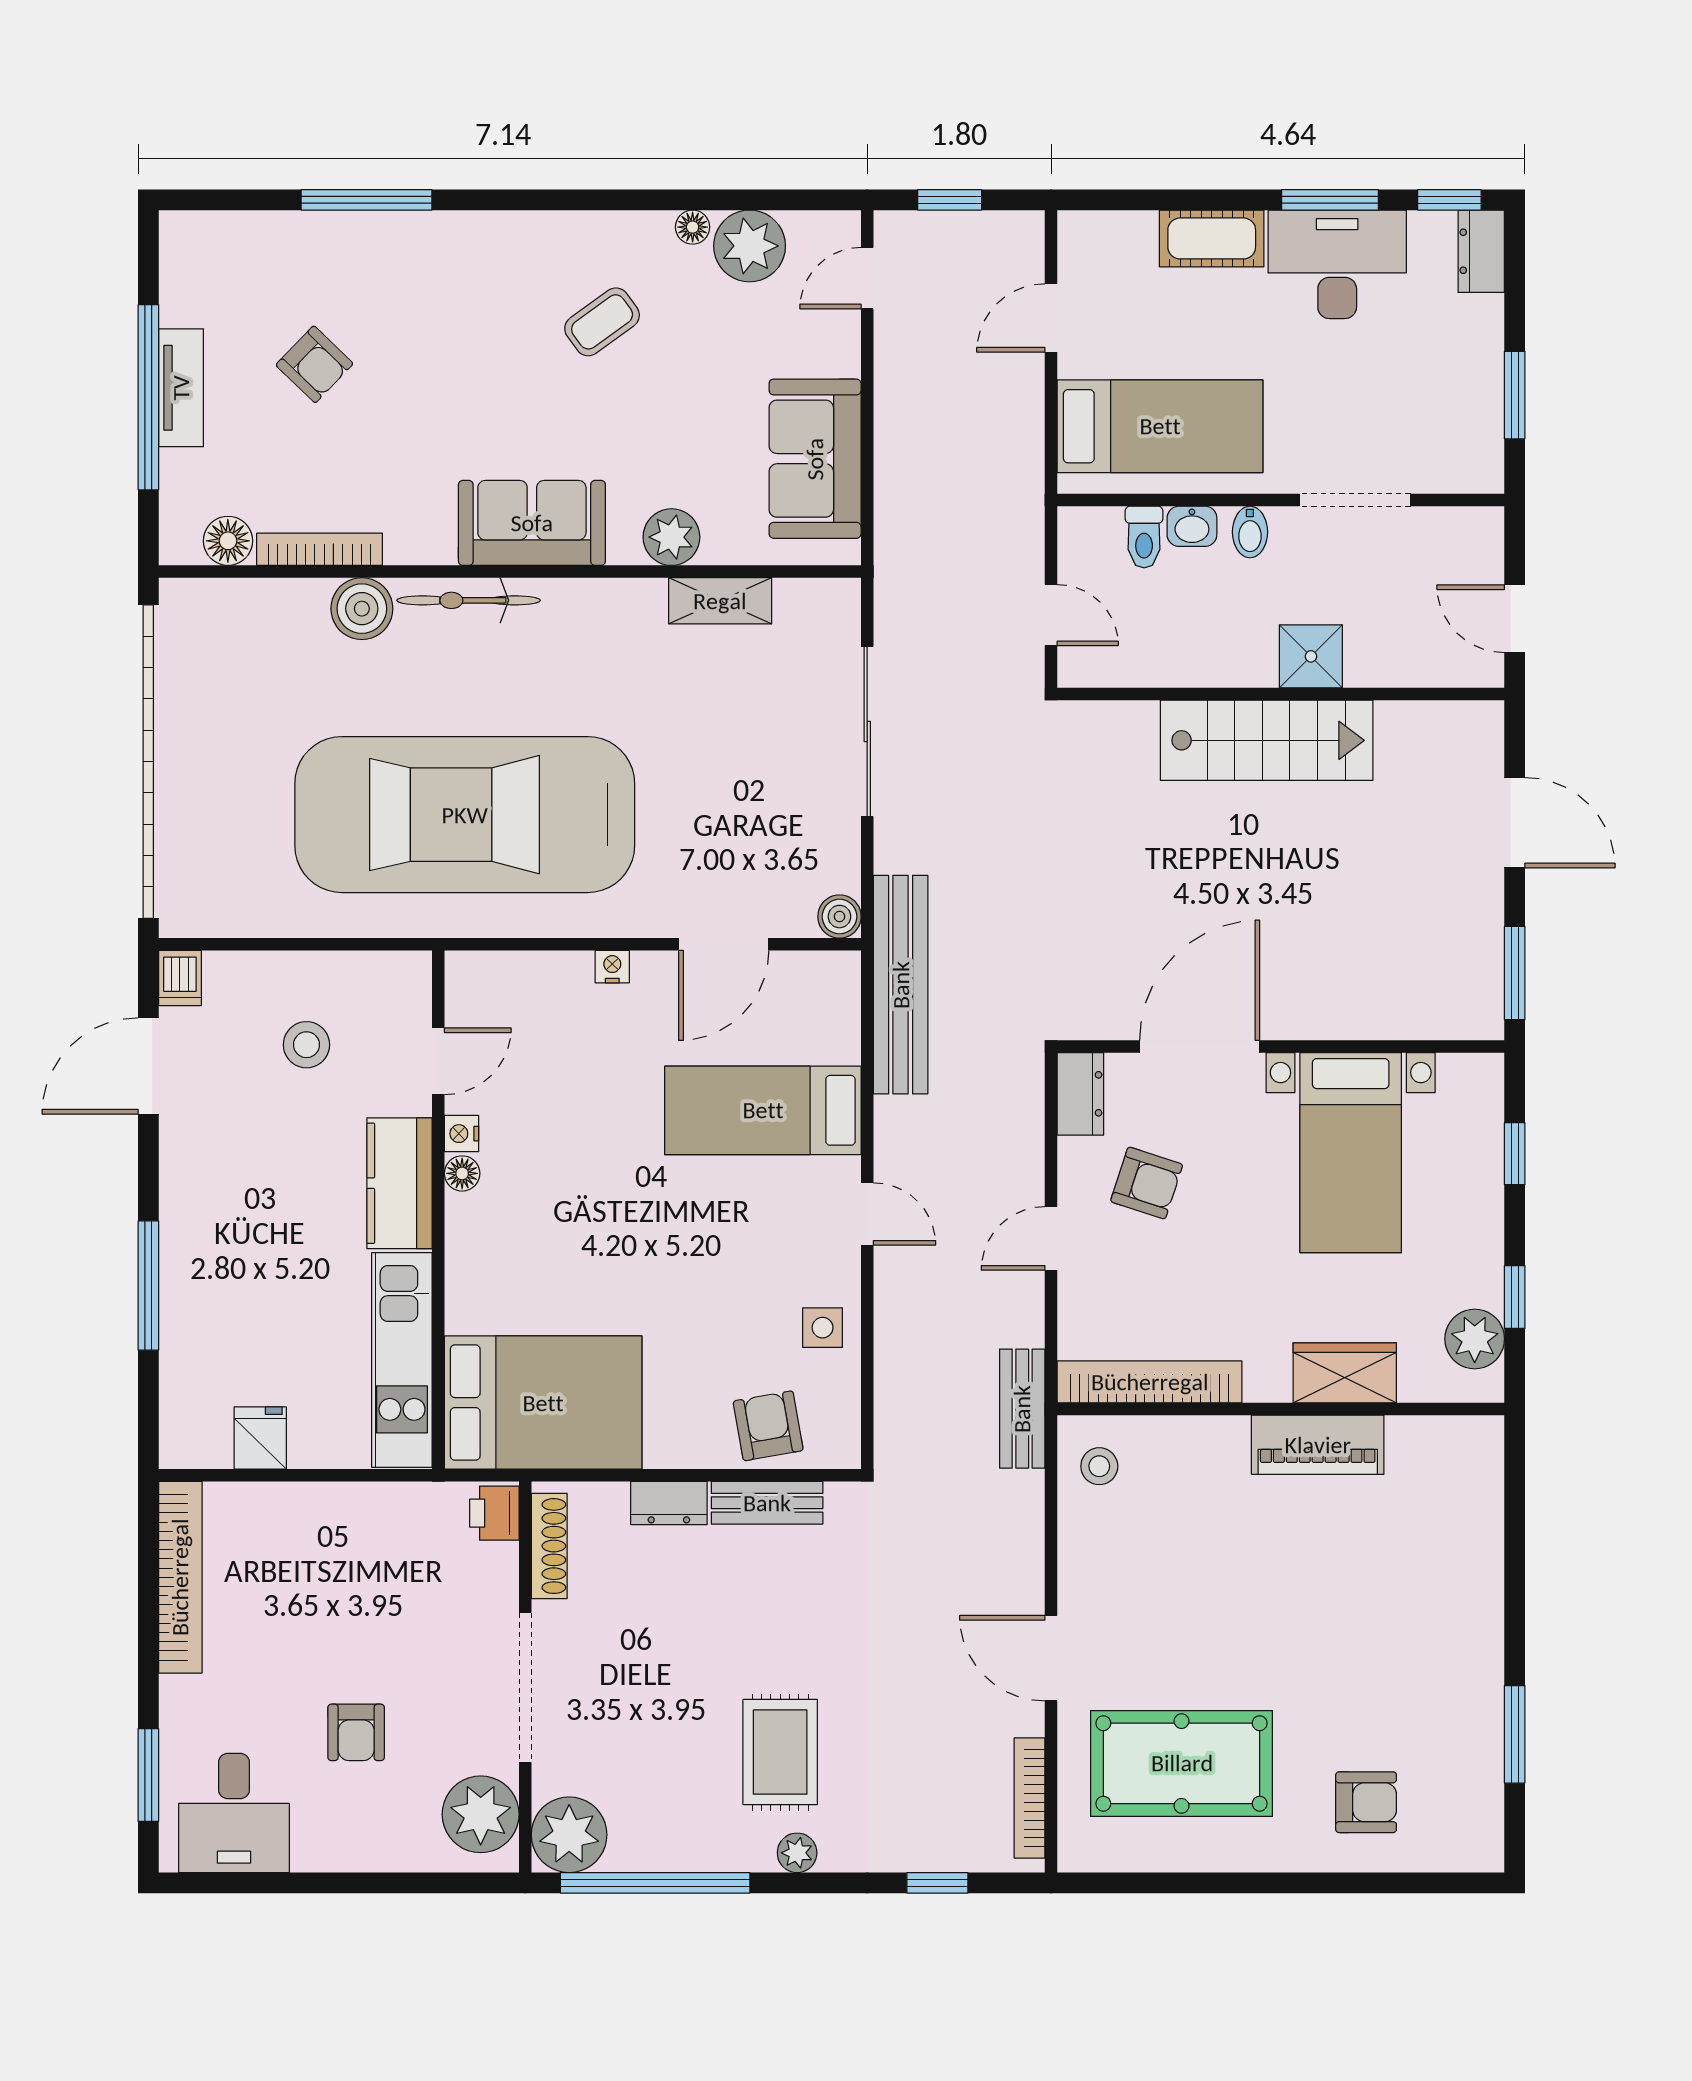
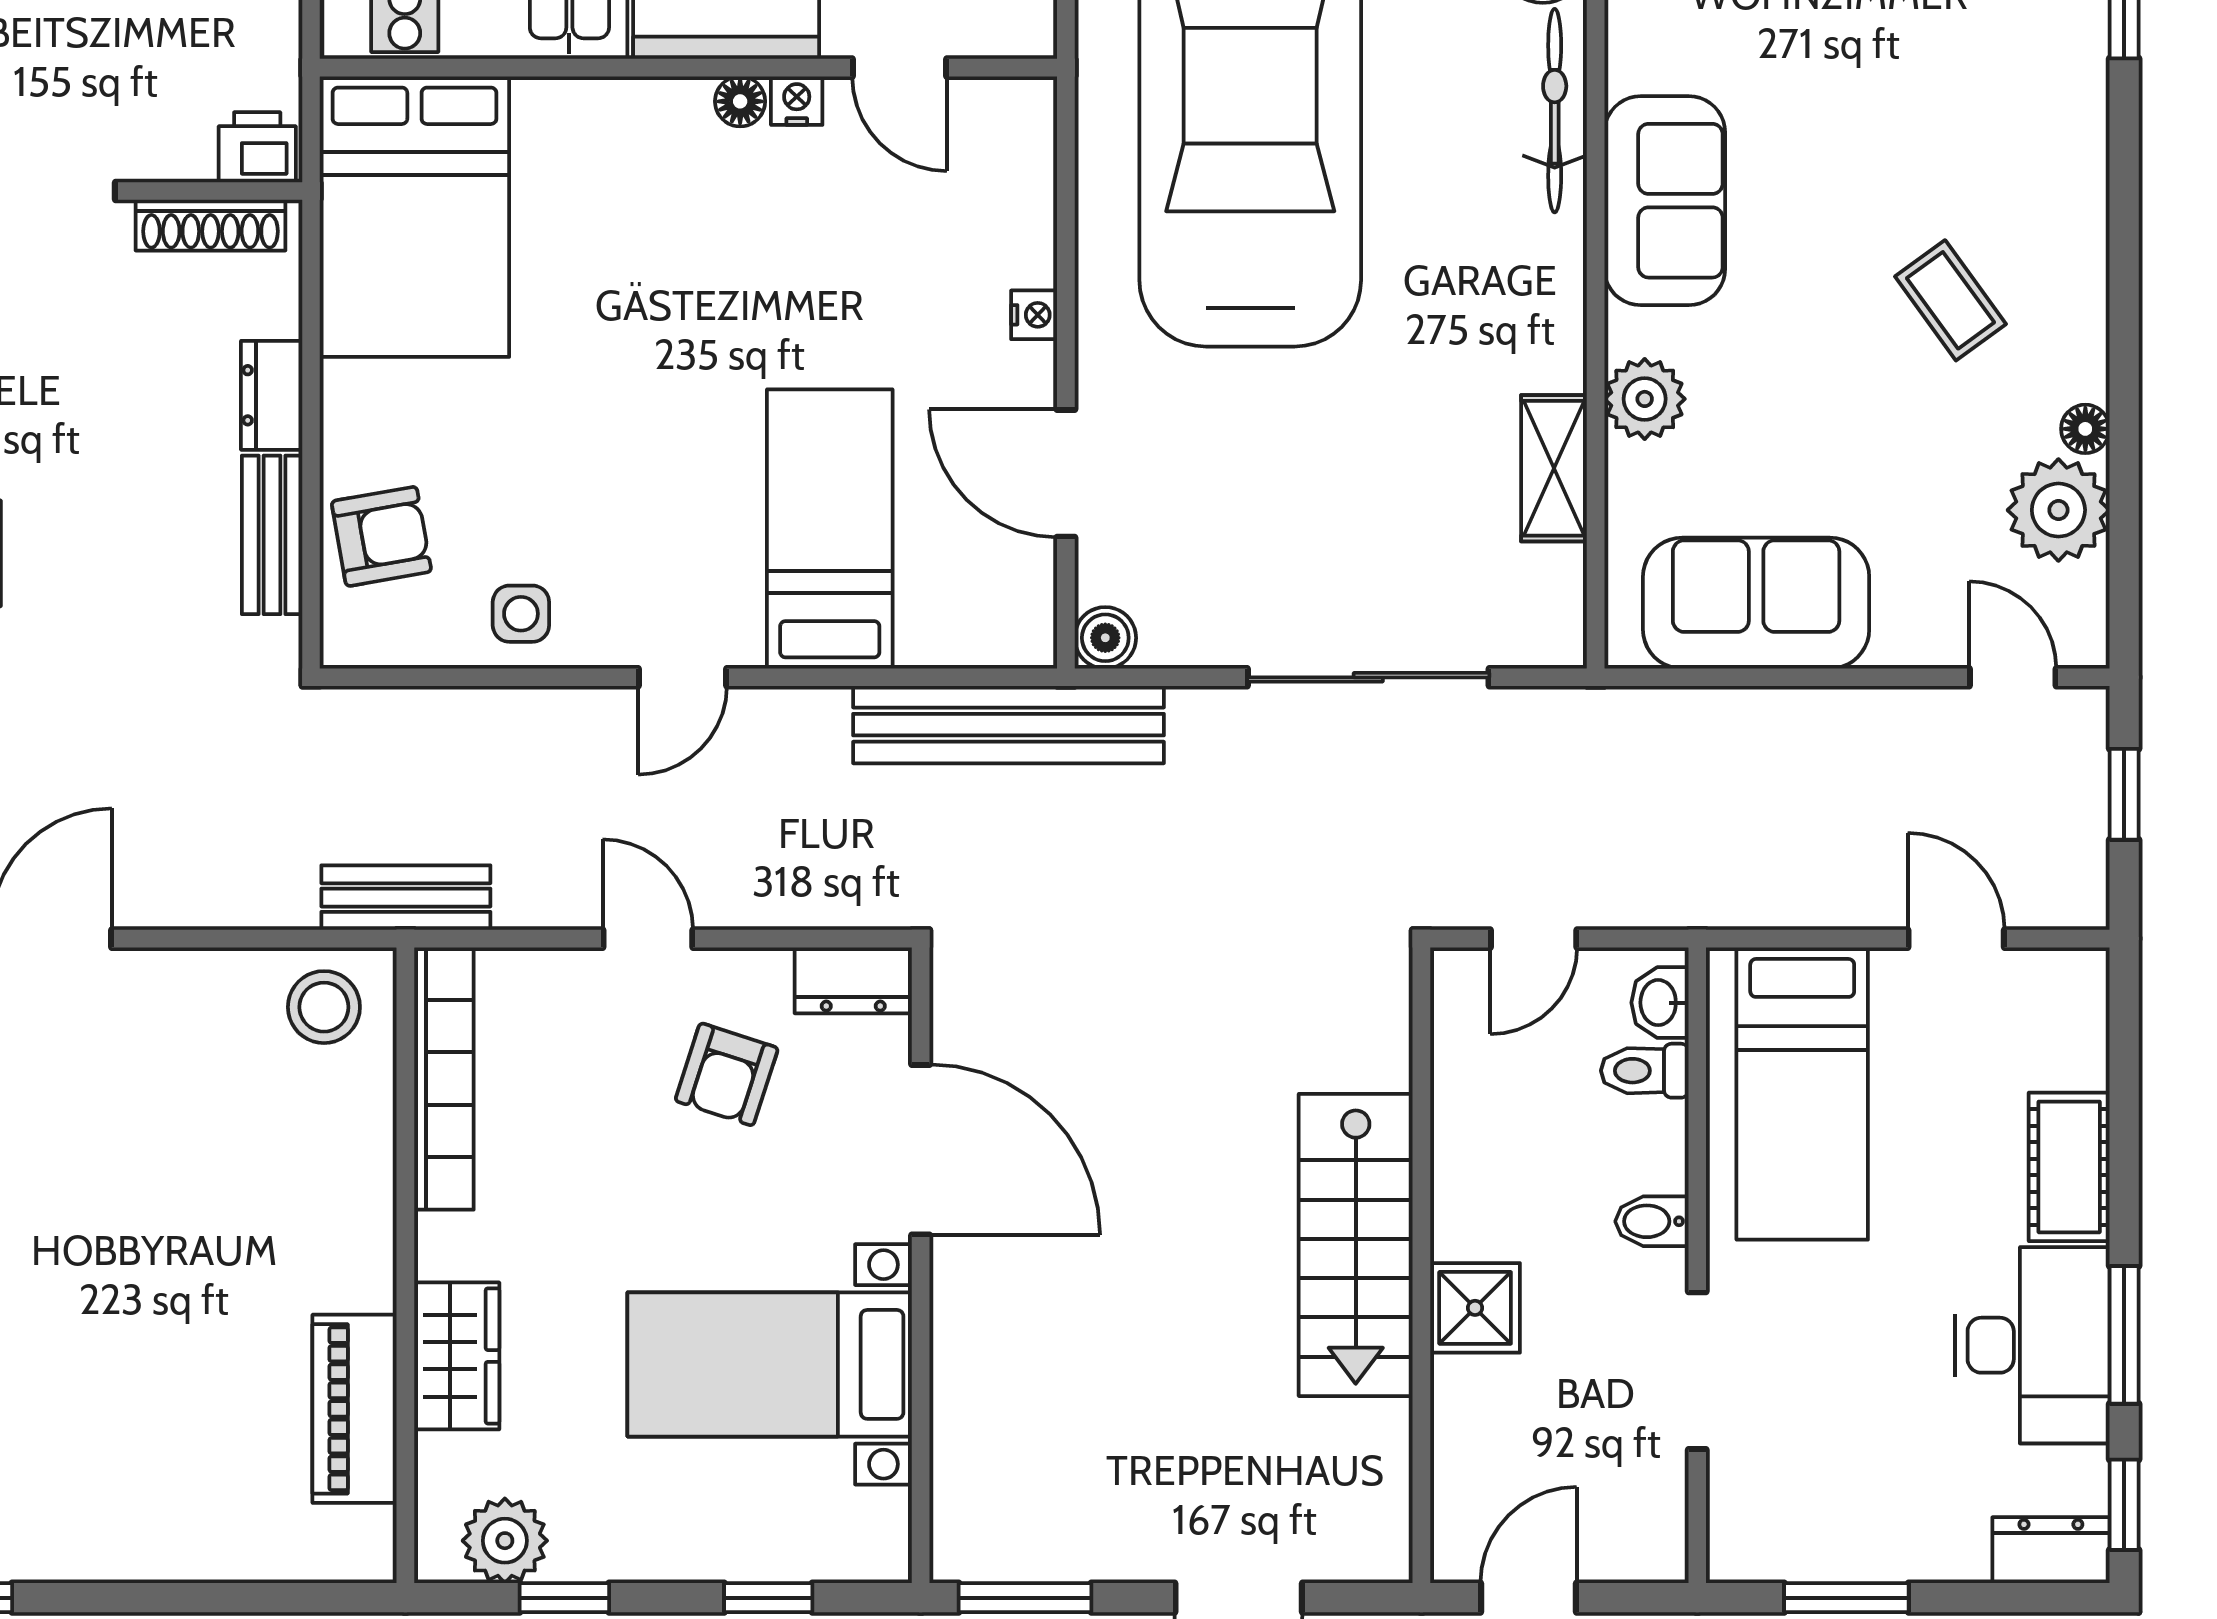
washbasin: (1192, 526) -> (1660, 1003), moved
piano: (1318, 1445) -> (355, 1409), moved
stool: (1099, 1466) -> (324, 1007), width x1.37, depth x1.37

